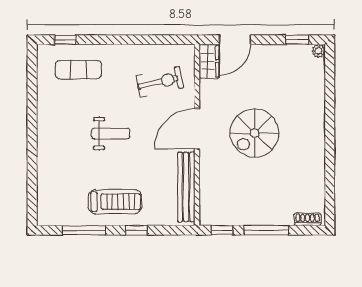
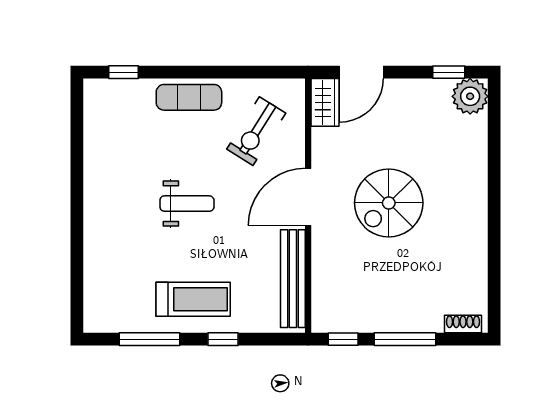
plant: (318, 51) -> (470, 96), width x1.88, depth x1.88
exercise mat: (78, 70) -> (189, 97), moved
exercise bike: (160, 82) -> (256, 131), turned 135

